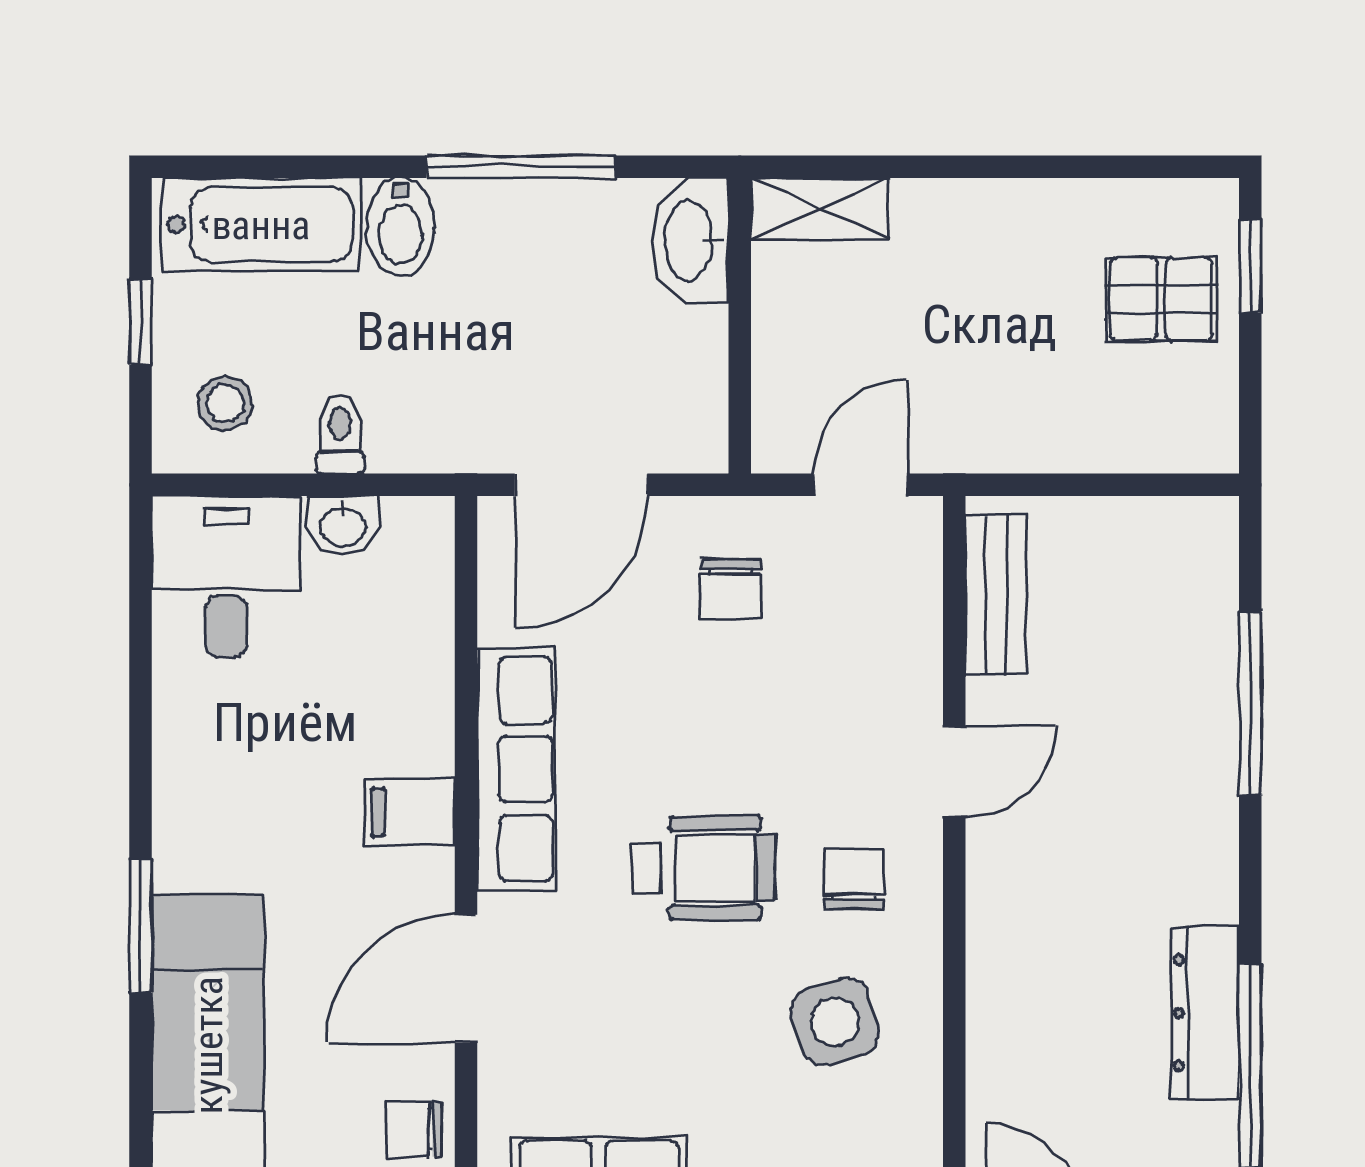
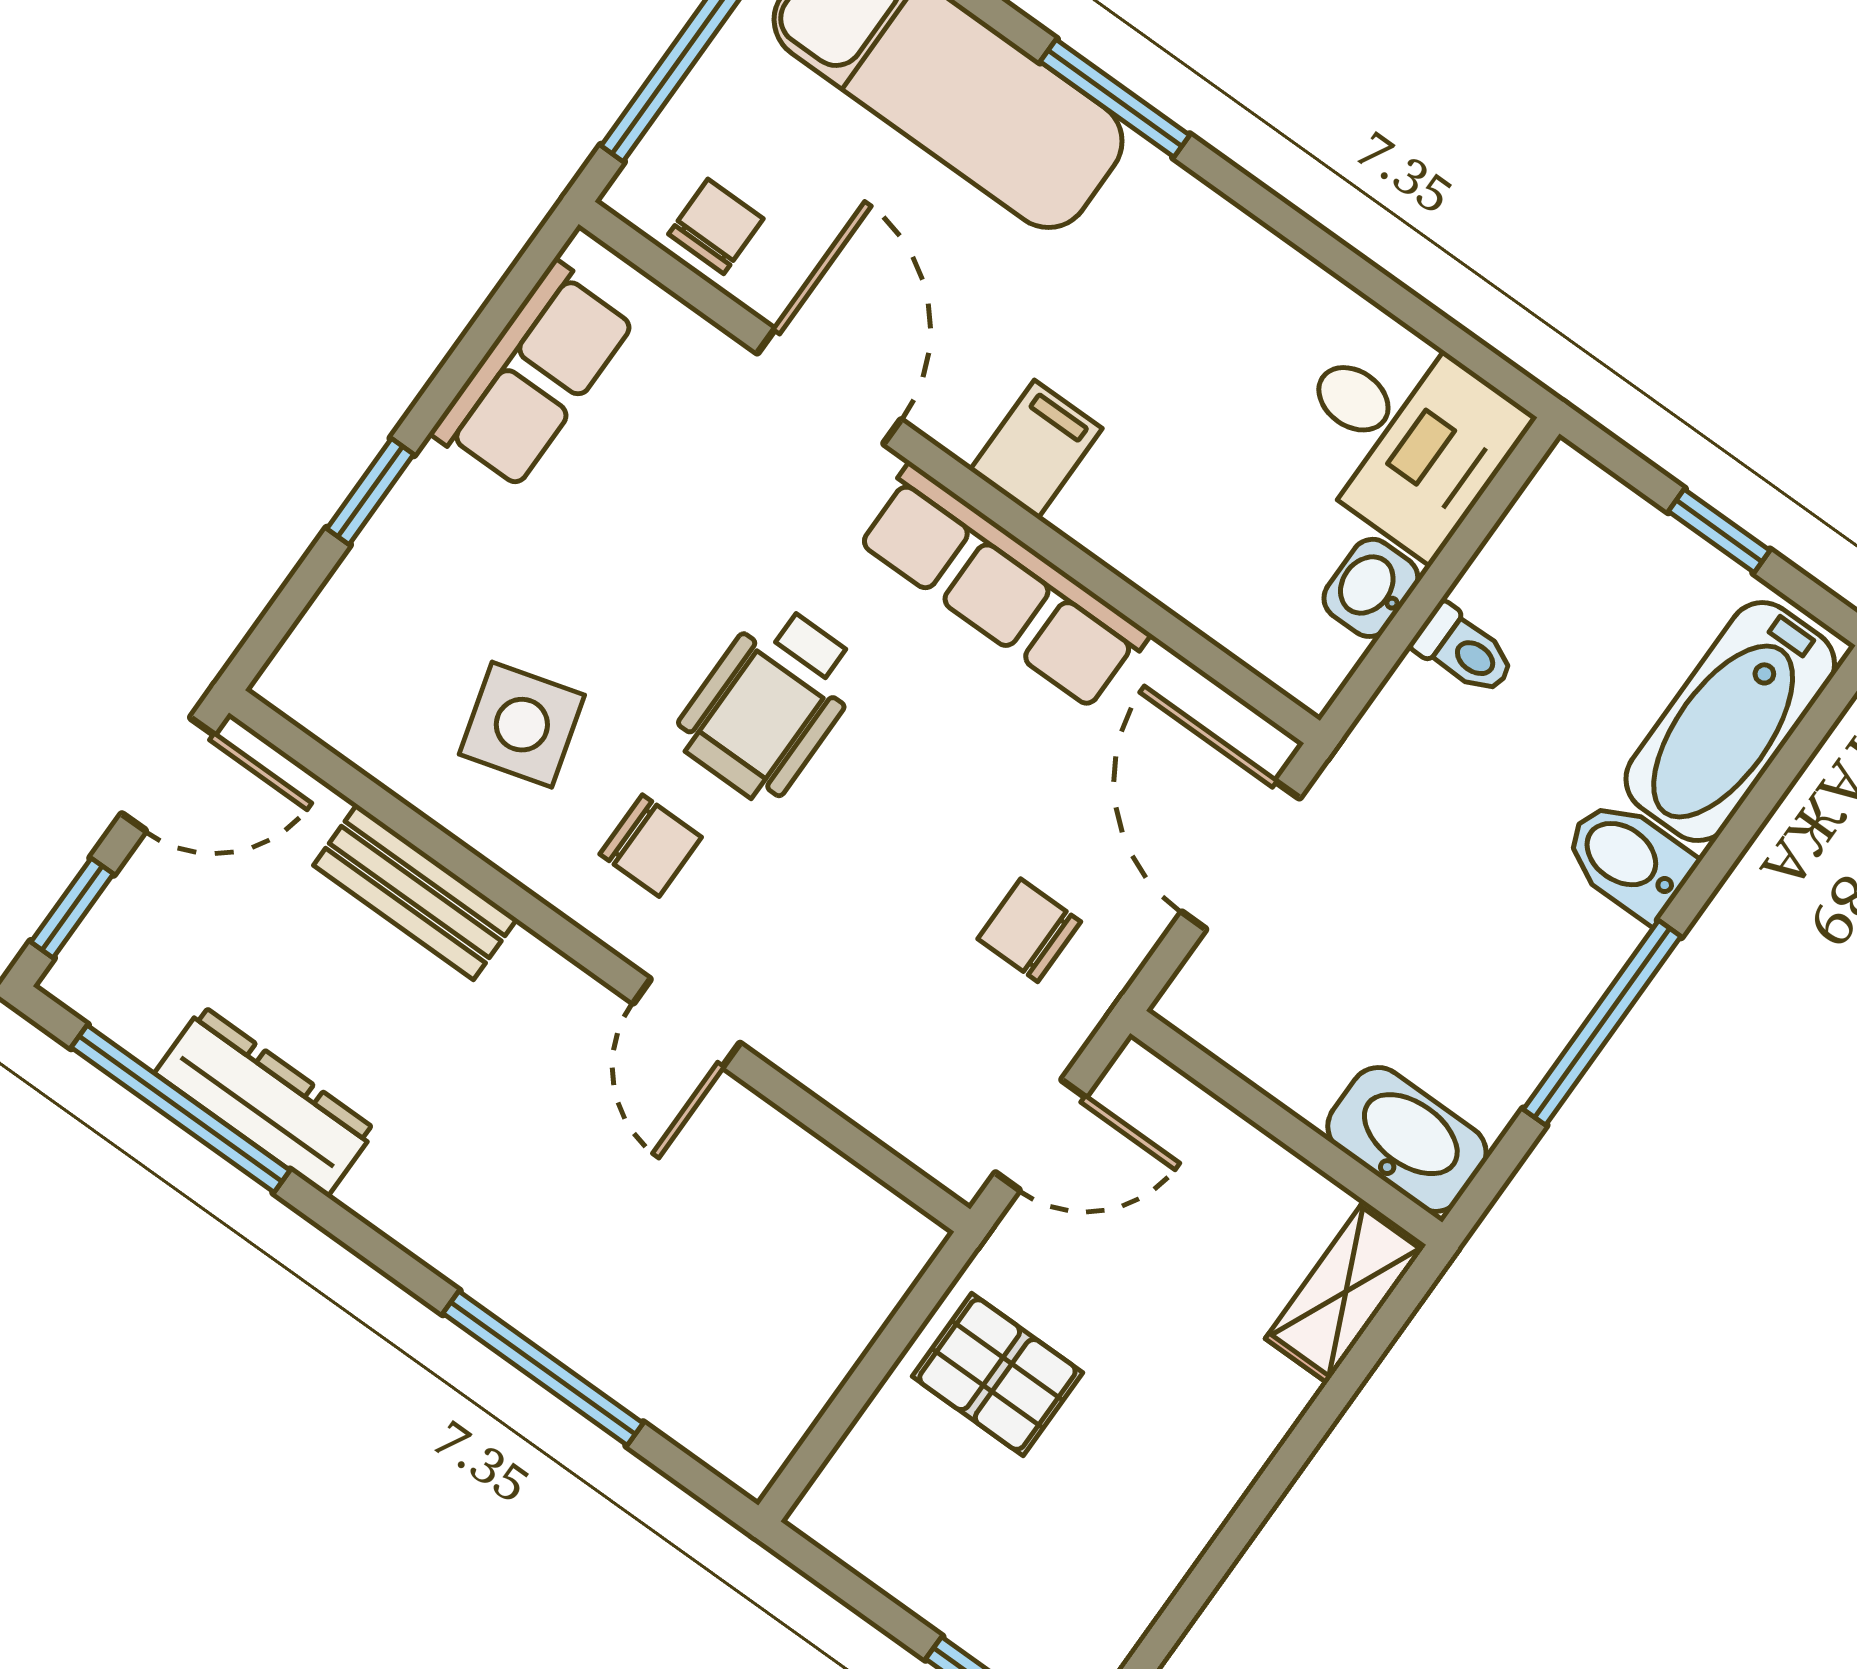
pallet: (1161, 299) -> (997, 1375), moved, turned 90
stool: (225, 403) -> (1577, 557), removed
door: (861, 485) -> (1040, 1135), hinge flipped
bench: (996, 595) -> (415, 892), moved

